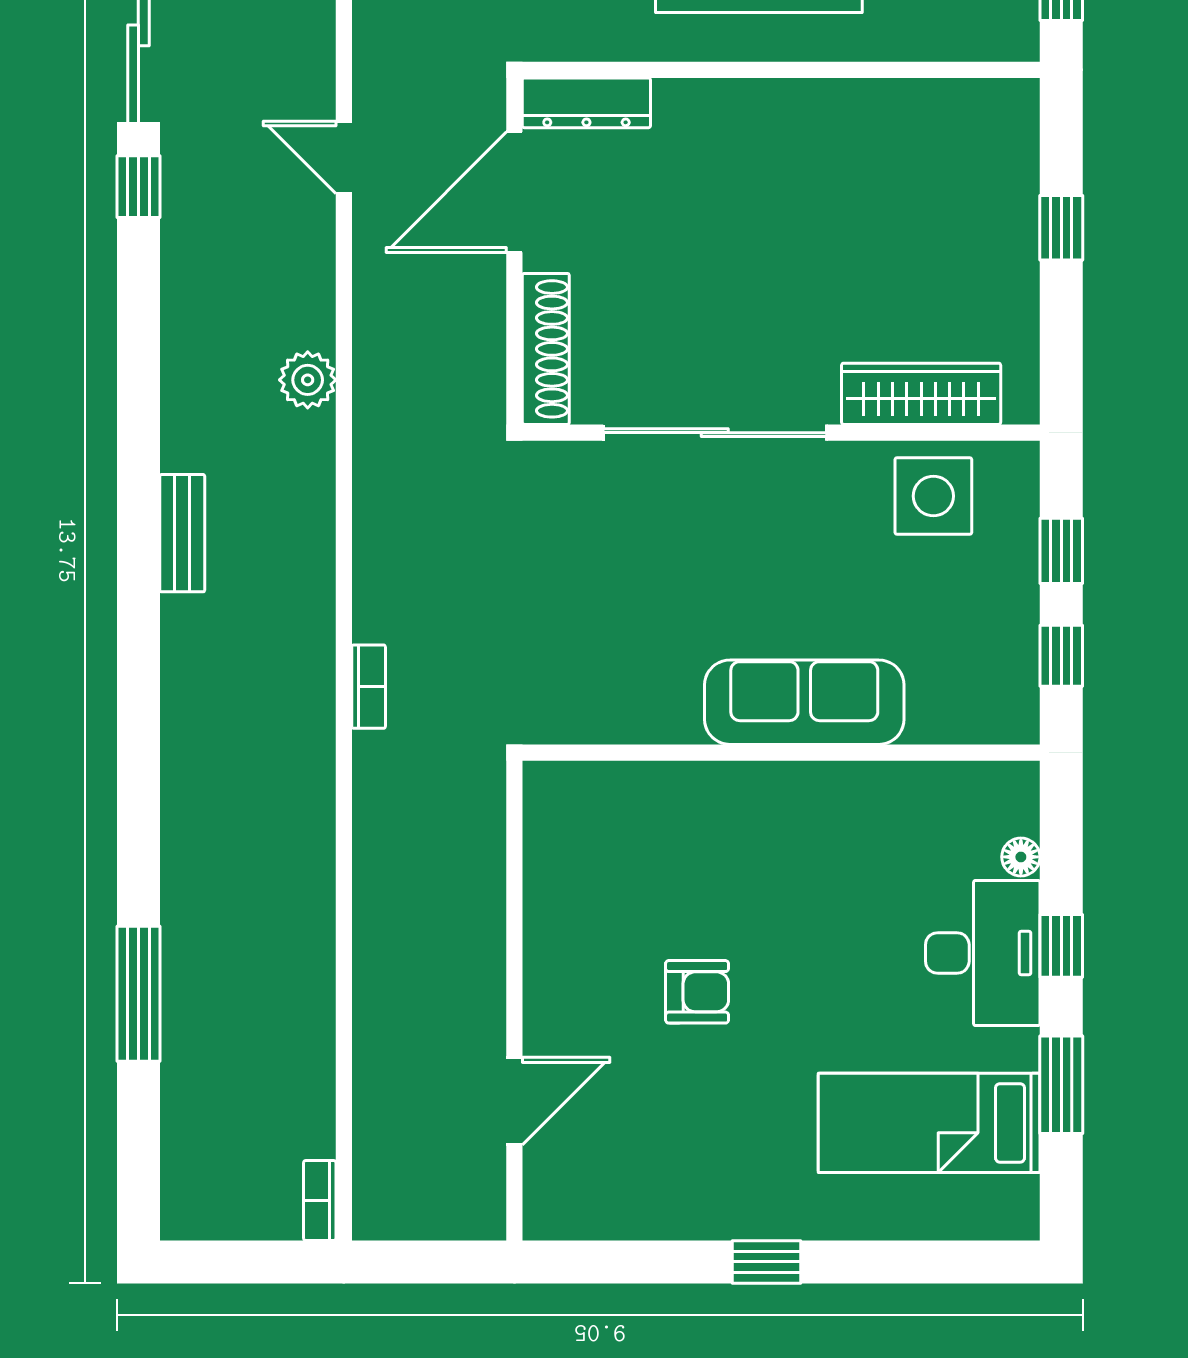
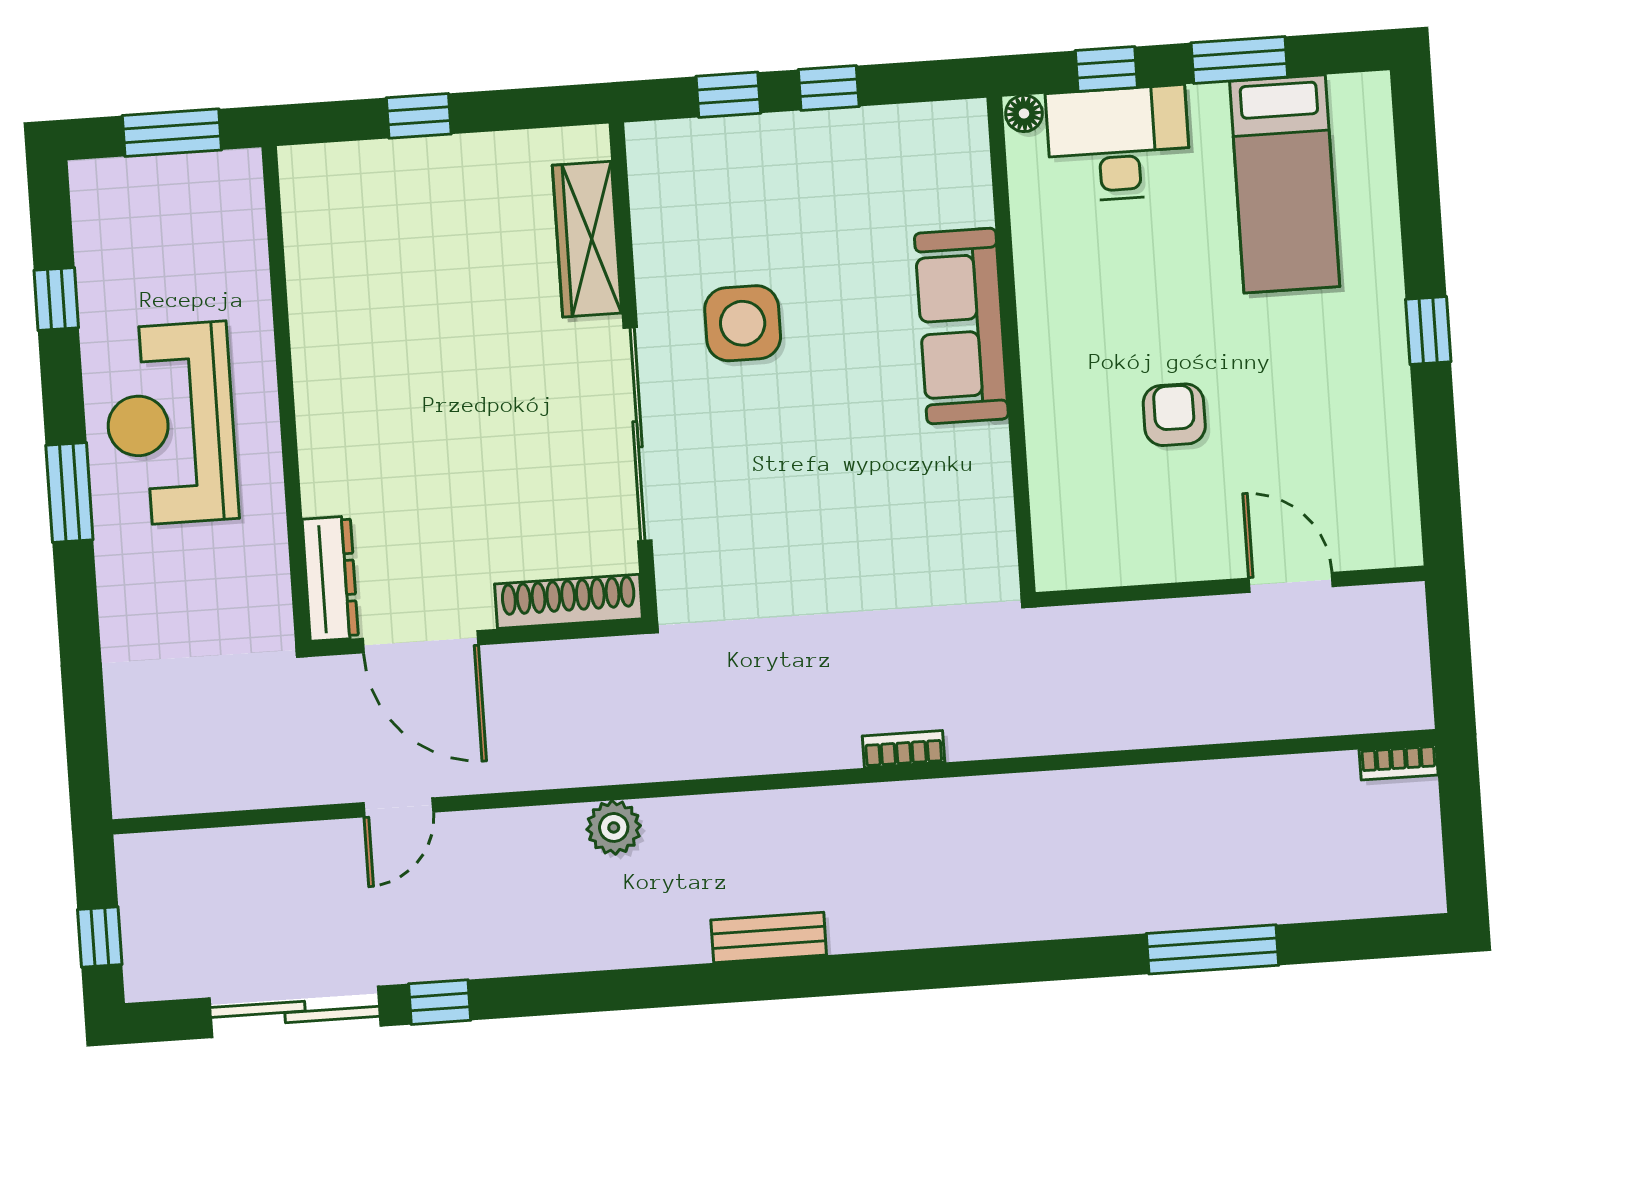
side table: (933, 496) -> (743, 323), moved
sofa: (804, 702) -> (961, 326), moved
wall: (781, 753) -> (1011, 345), moved

